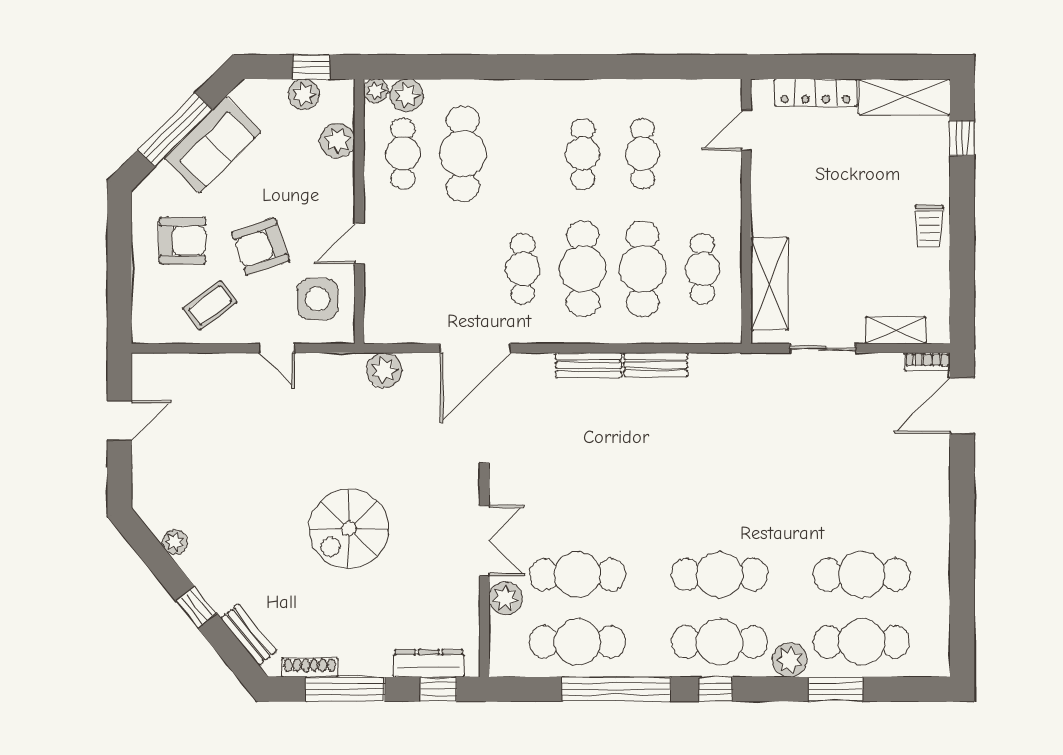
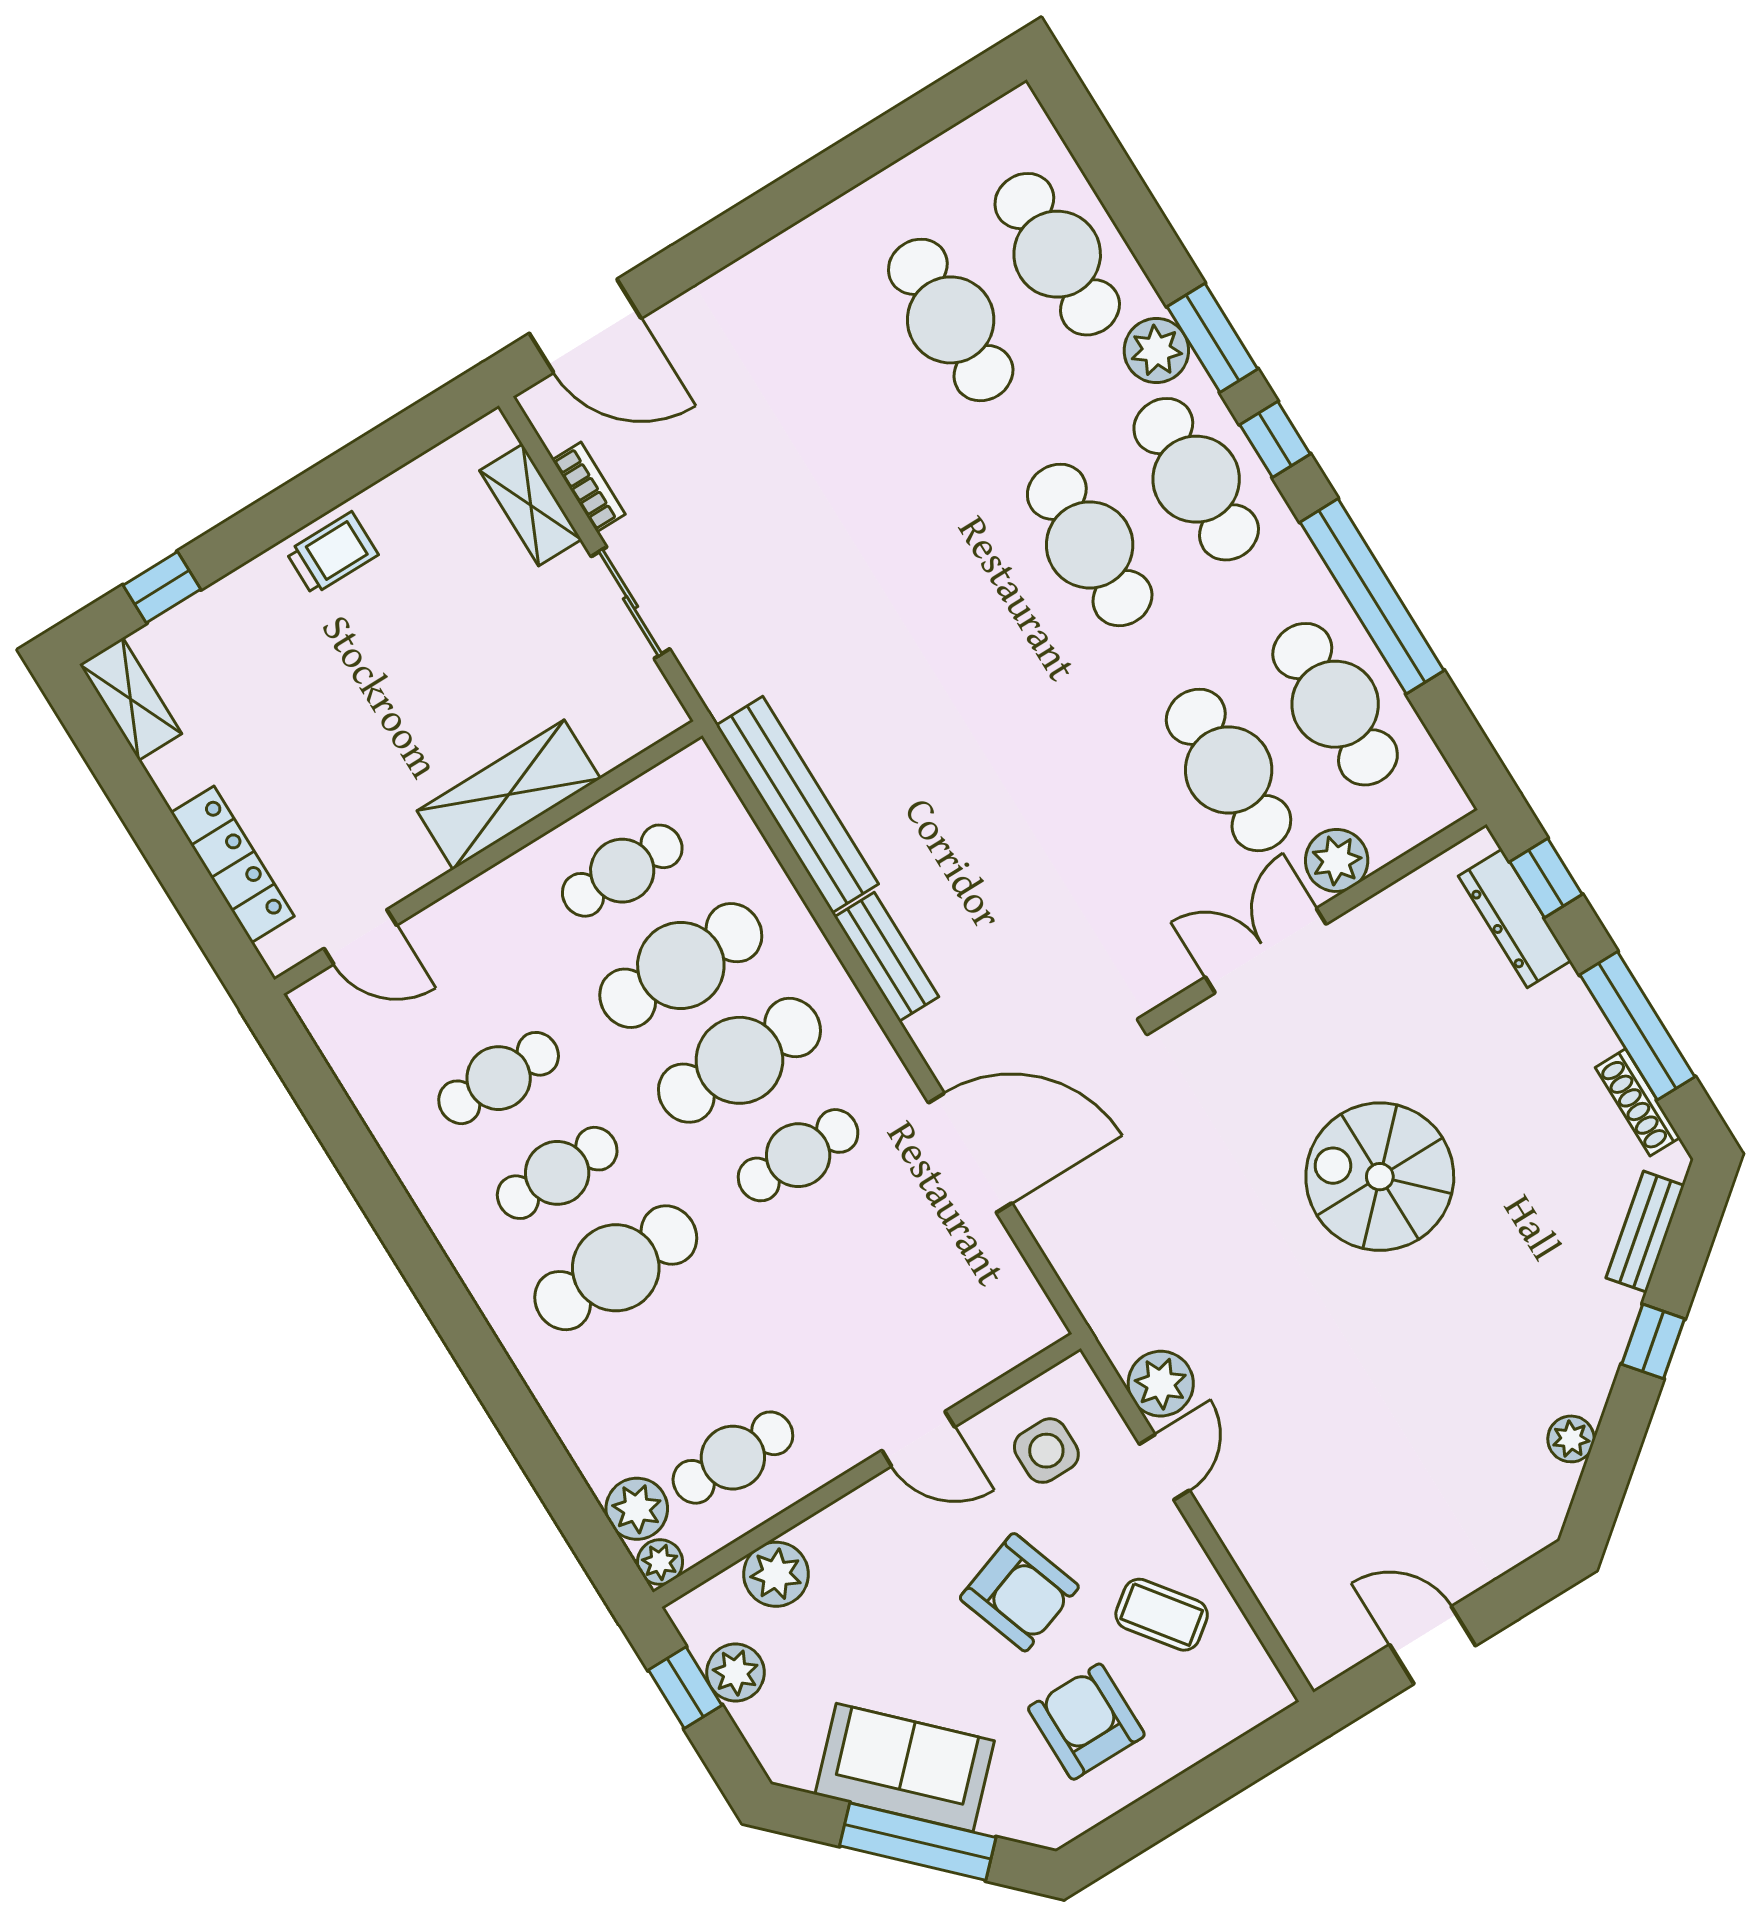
shelving: (905, 97) -> (131, 699), width x0.67, depth x0.75
cafe table: (463, 154) -> (616, 1268), moved
shelving: (769, 284) -> (509, 795), moved
side table: (318, 299) -> (1046, 1451), width x0.73, depth x0.73
bookcase: (927, 362) -> (589, 487), moved
bench: (656, 365) -> (797, 805), width x1.86, depth x1.21
plant: (384, 370) -> (1161, 1384), moved
spiral stairs: (349, 529) -> (1380, 1177), turned 180
window: (836, 689) -> (1212, 338), moved

